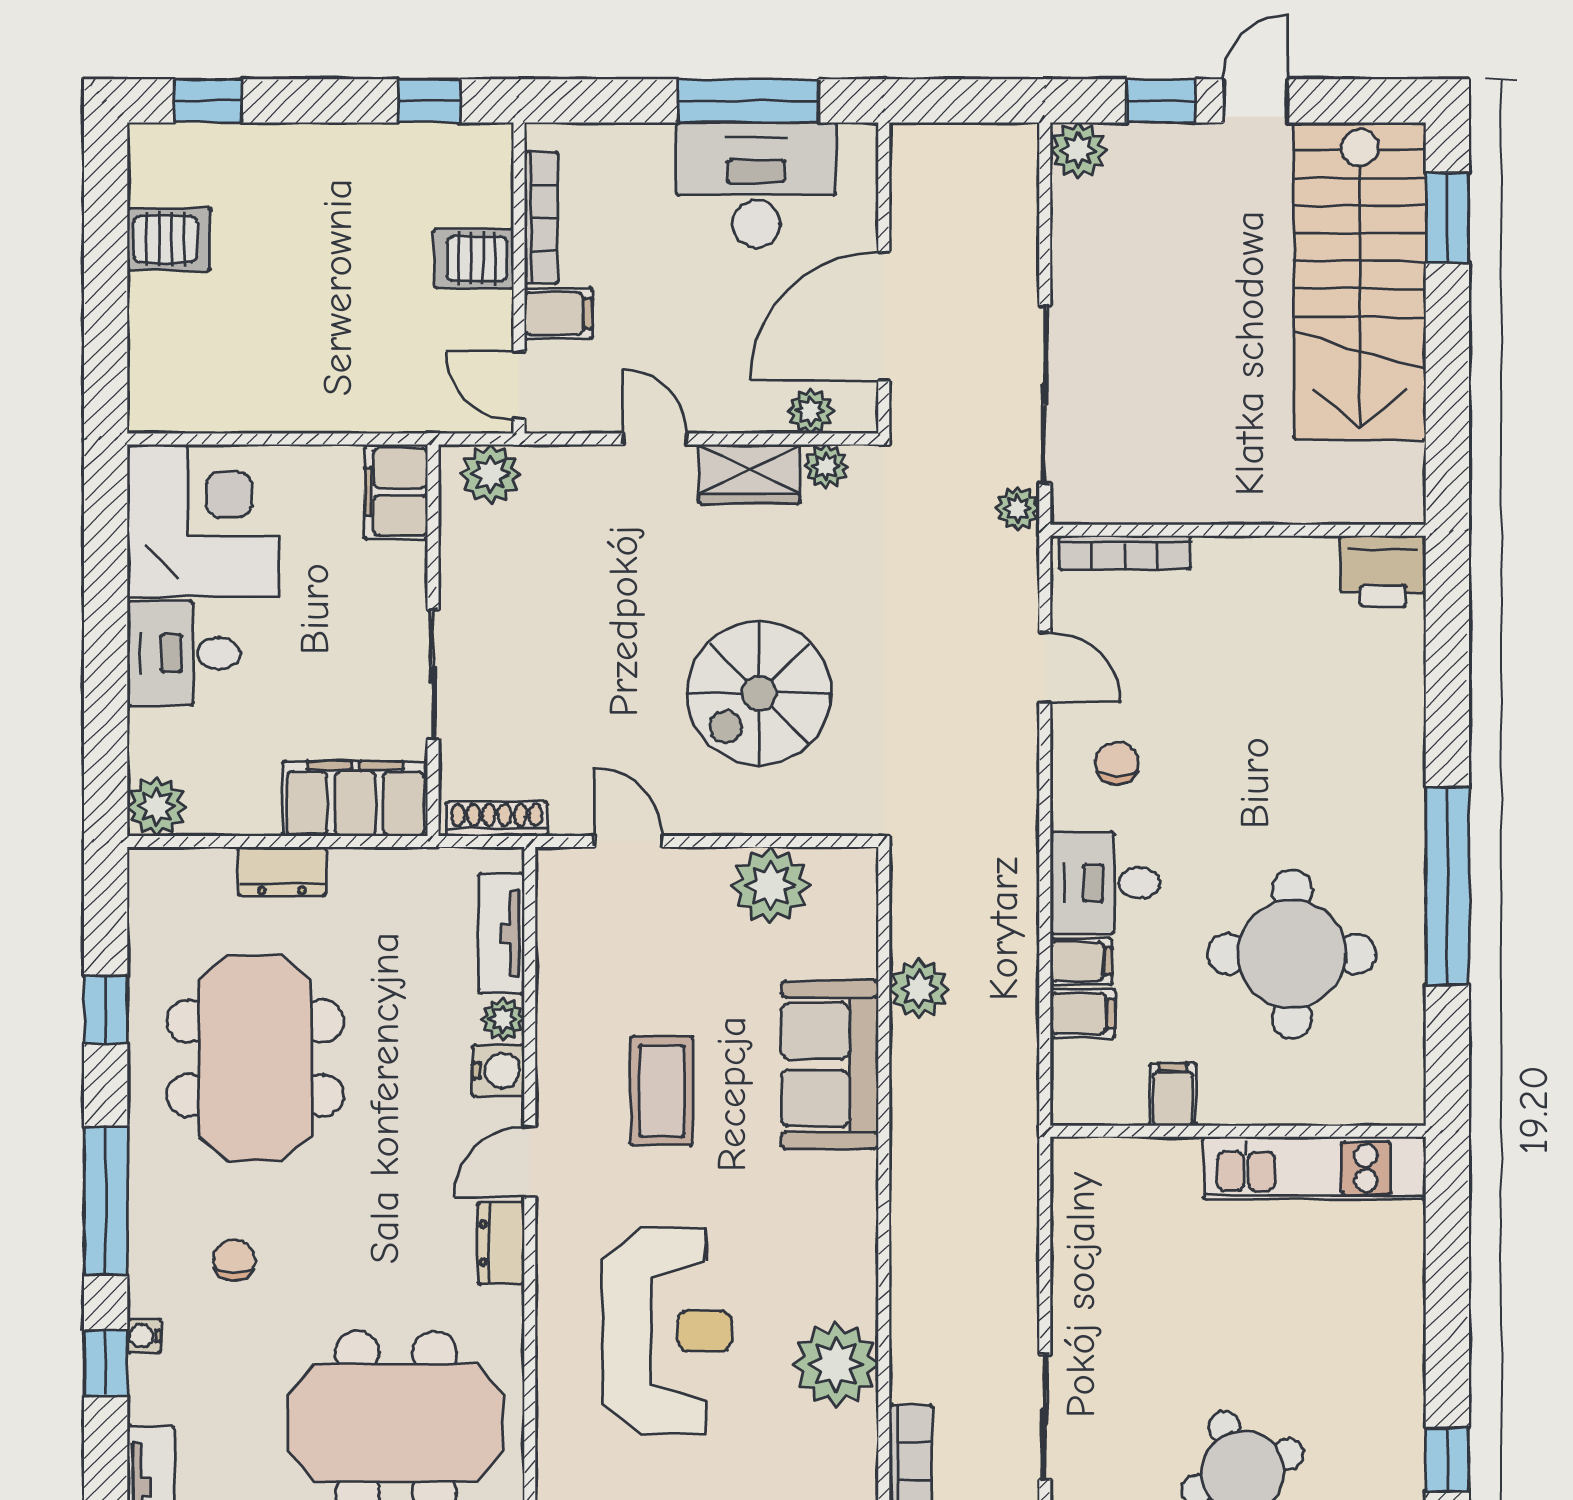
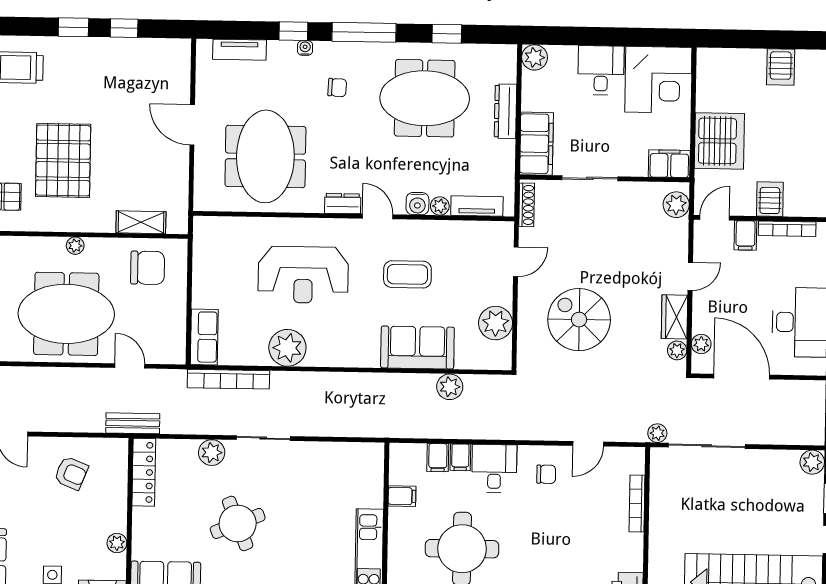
server rack: (342, 377) -> (719, 141), added
bookcase: (1125, 552) -> (637, 504), moved
dresser: (282, 871) -> (505, 111), width x1.44

